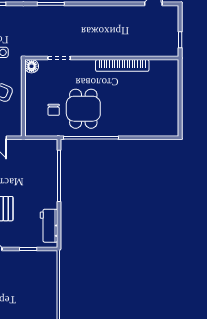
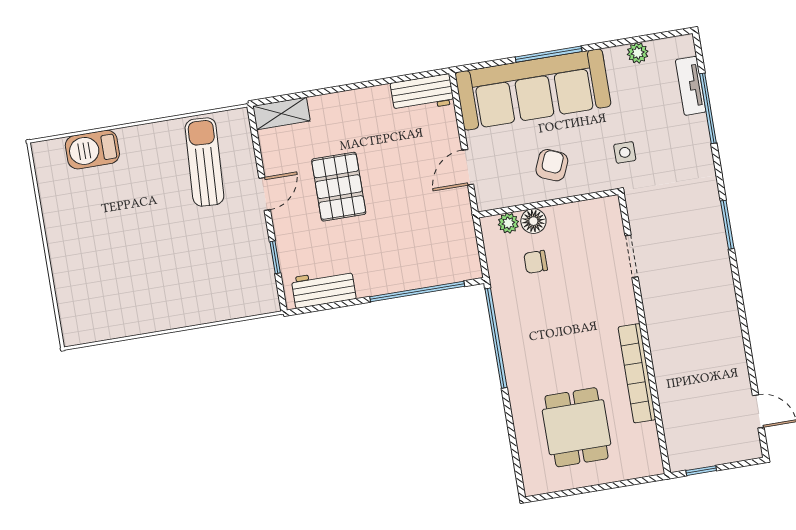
floor lamp: (32, 66) -> (533, 221), moved
dining table: (83, 109) -> (576, 427), moved, turned 90
plant: (30, 121) -> (508, 223), added

